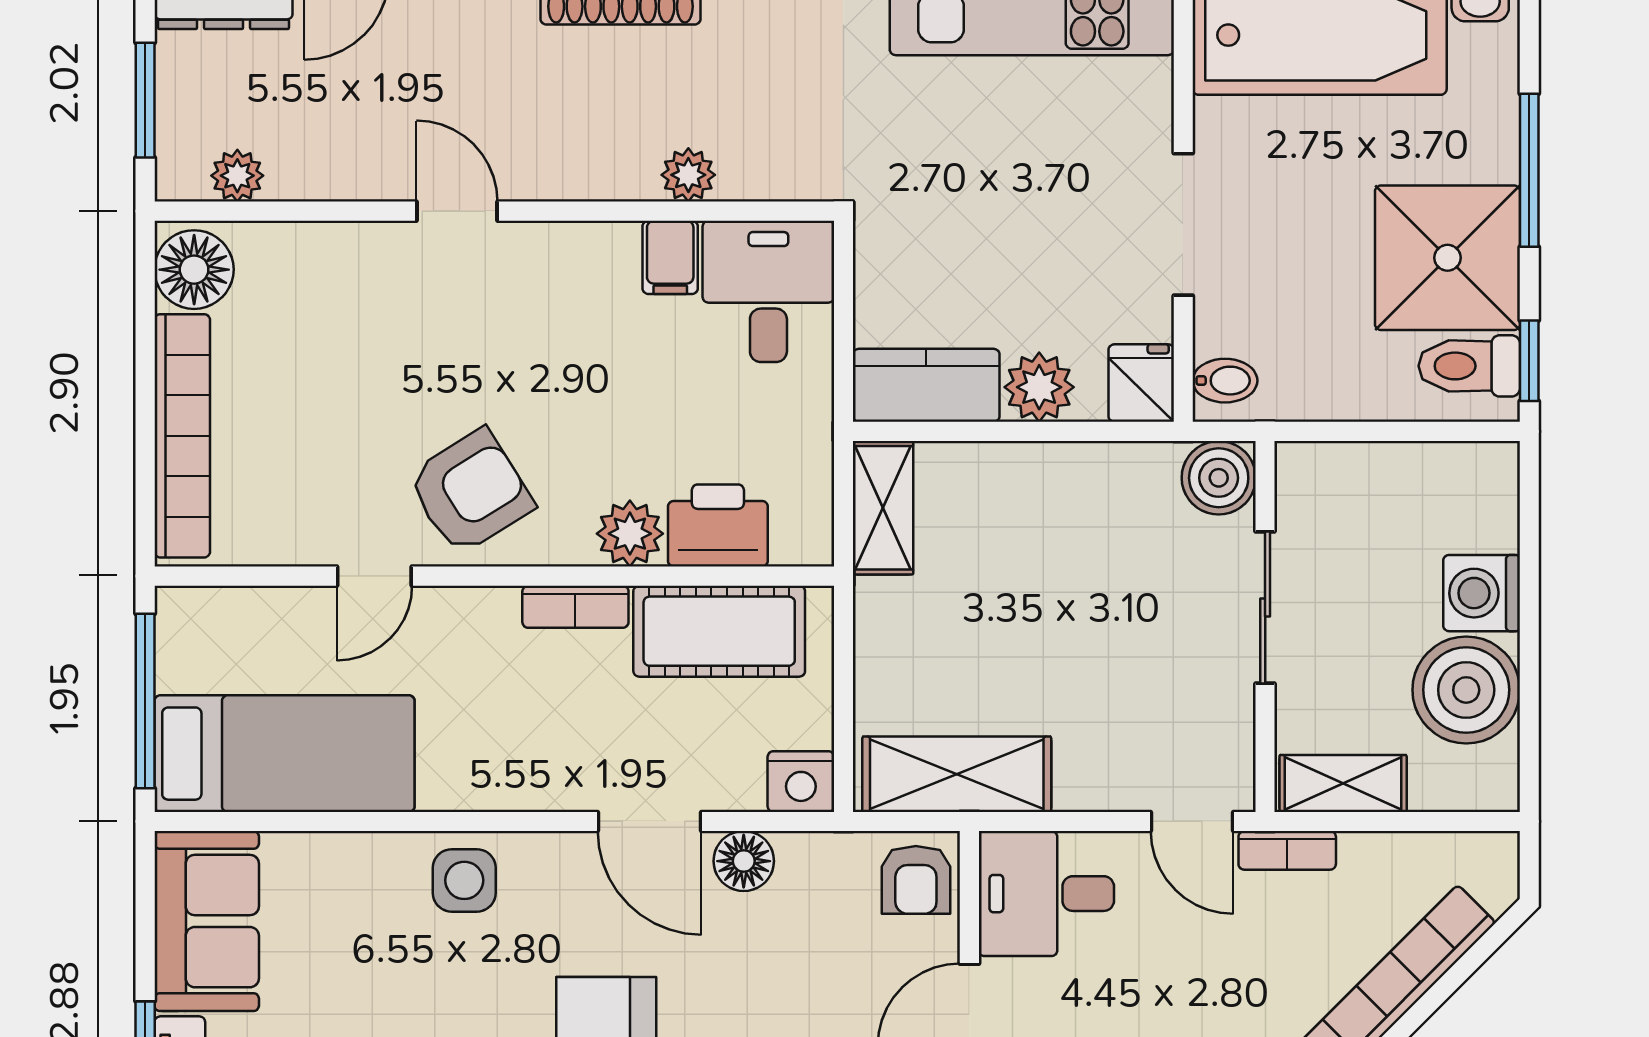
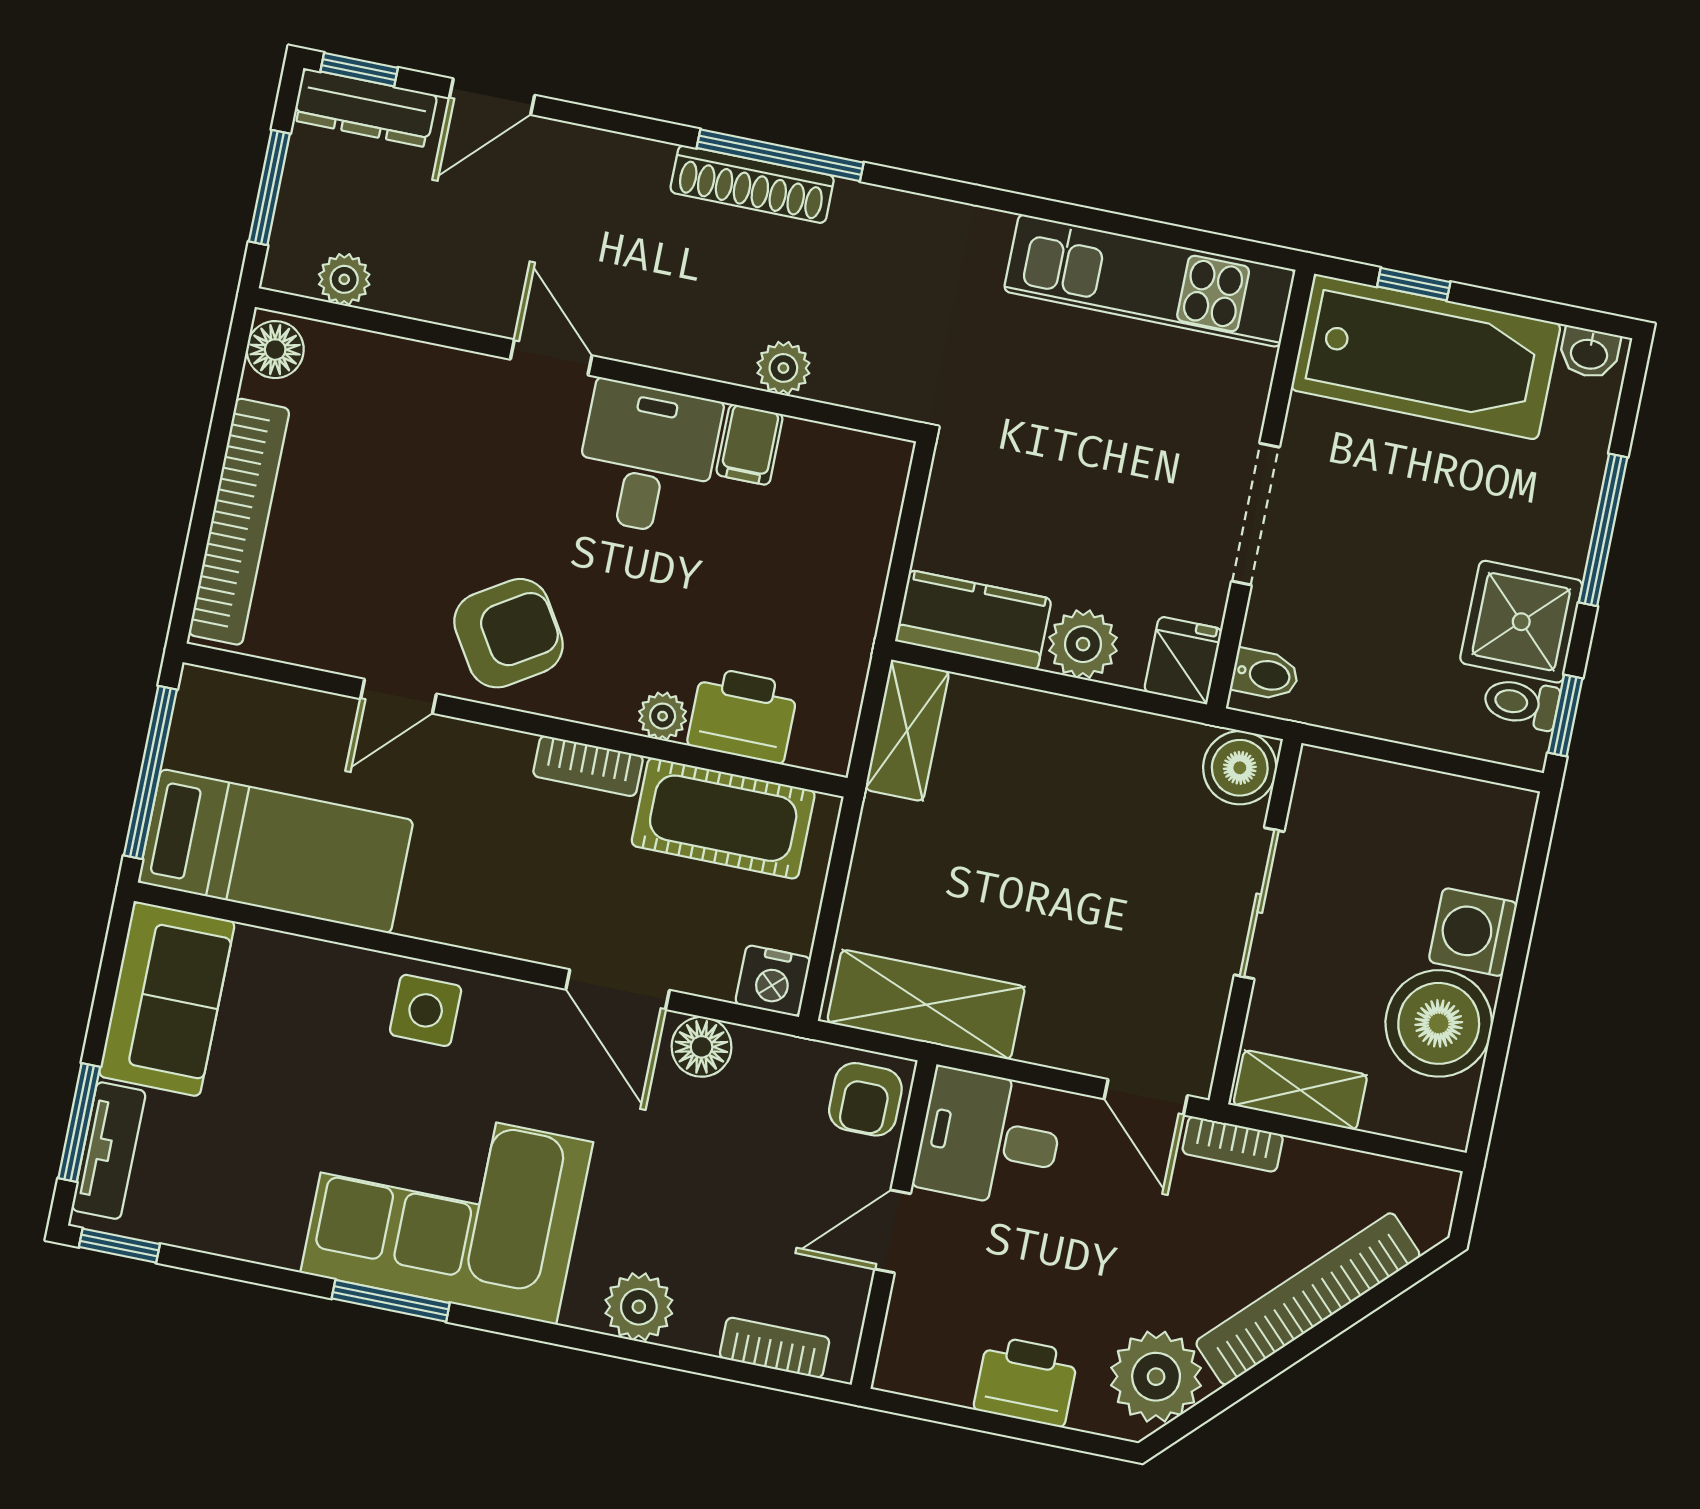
shower: (1448, 258) -> (1521, 622), width x0.73, depth x0.73
floor lamp: (194, 270) -> (275, 350), width x0.73, depth x0.73
desk: (768, 291) -> (647, 458), moved
toilet: (1469, 366) -> (1521, 703), width x0.73, depth x0.72
plant: (630, 534) -> (663, 716), width x0.73, depth x0.73

